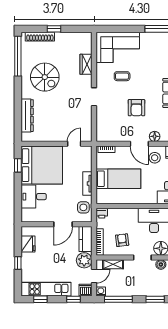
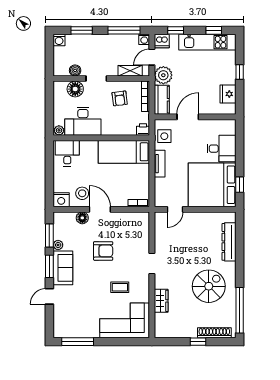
spiral stairs: (45, 77) -> (209, 286), turned 90
armchair: (136, 108) -> (103, 251), turned 90
bed: (118, 179) -> (124, 152), moved

